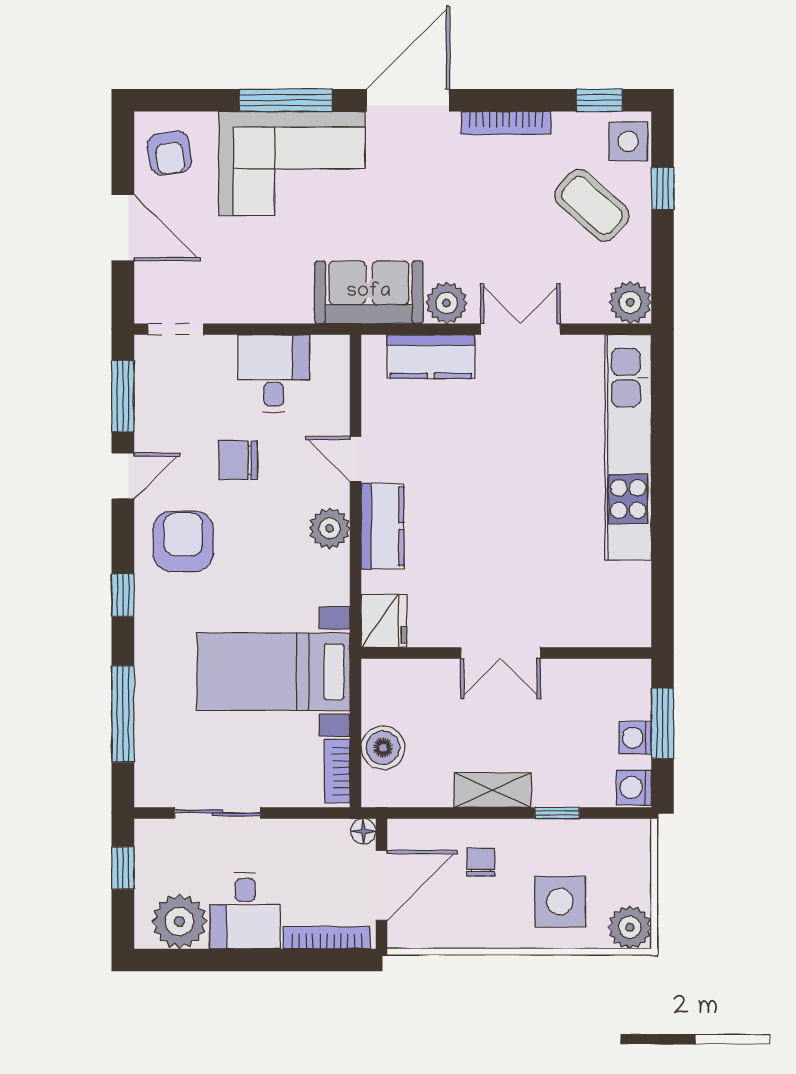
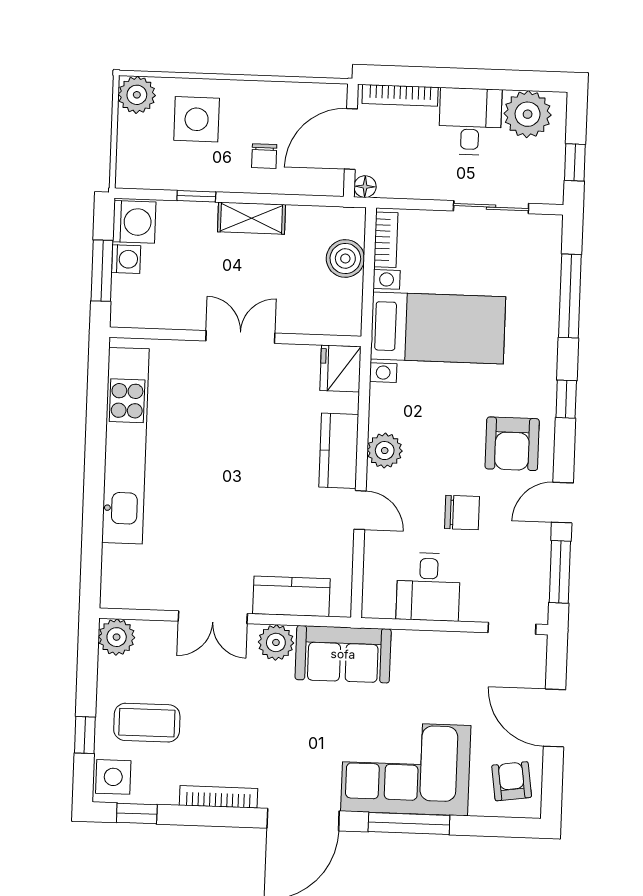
coffee table: (592, 205) -> (147, 723), turned -42
kitchen unit: (628, 447) -> (125, 446), moved
washing machine: (634, 787) -> (134, 222), width x1.38, depth x1.38

